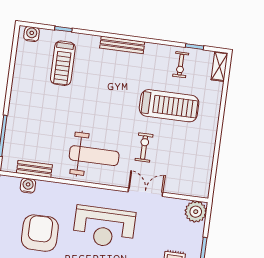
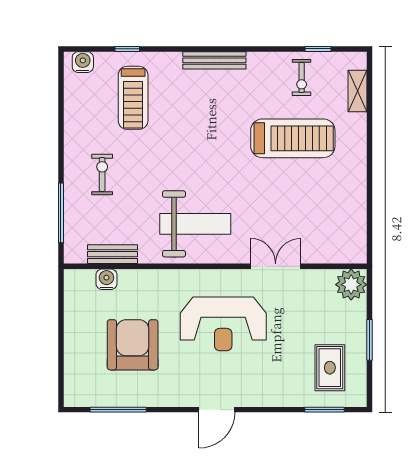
shelving: (220, 66) -> (357, 91), moved
exercise bike: (144, 147) -> (102, 175), moved

